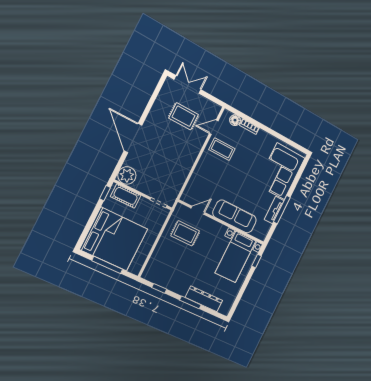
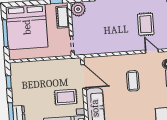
coffee table: (222, 149) -> (133, 81), moved
door: (198, 210) -> (83, 76), width x1.88
rug: (185, 233) -> (66, 97), moved, turned 90

